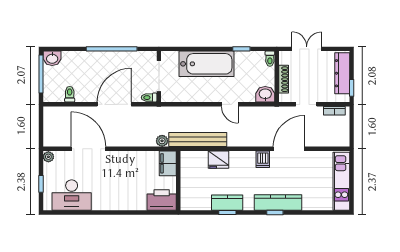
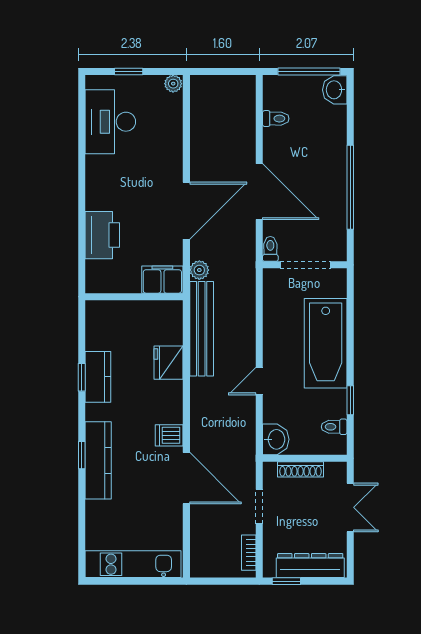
toilet: (270, 59) -> (334, 427), moved
door: (89, 149) -> (186, 211), moved
printer: (162, 200) -> (102, 235), moved

